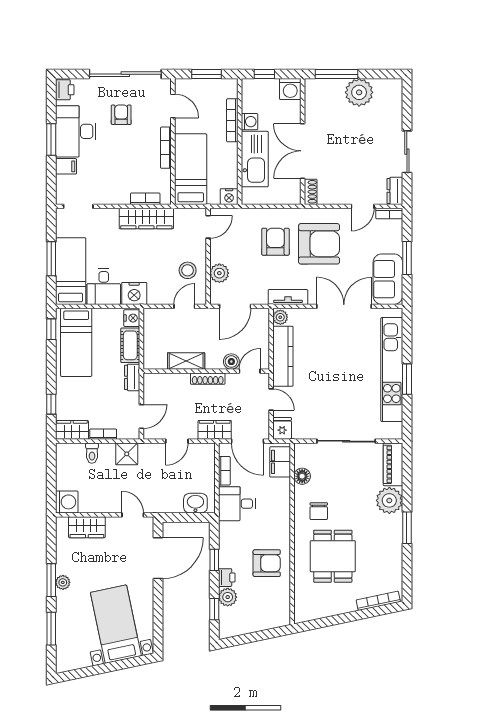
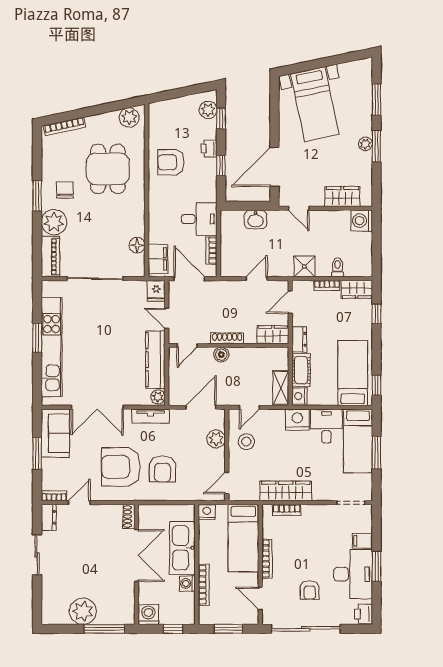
shelving: (186, 361) -> (281, 388), moved, turned 90
boiler: (231, 362) -> (221, 355), moved
wardrobe: (215, 430) -> (273, 335), moved, turned 180
washbasin: (195, 503) -> (256, 219), moved
chair: (319, 511) -> (65, 190), moved
plant: (228, 597) -> (208, 110), moved
plant: (310, 610) -> (129, 117), added

